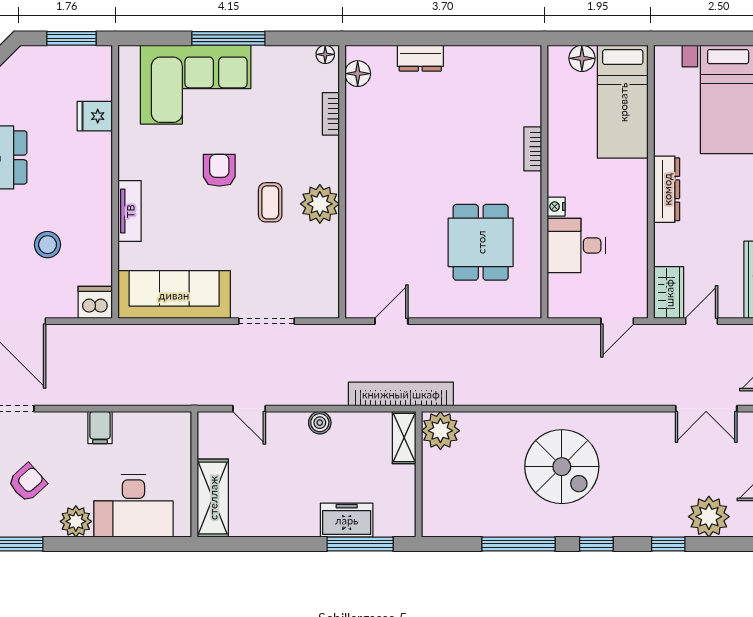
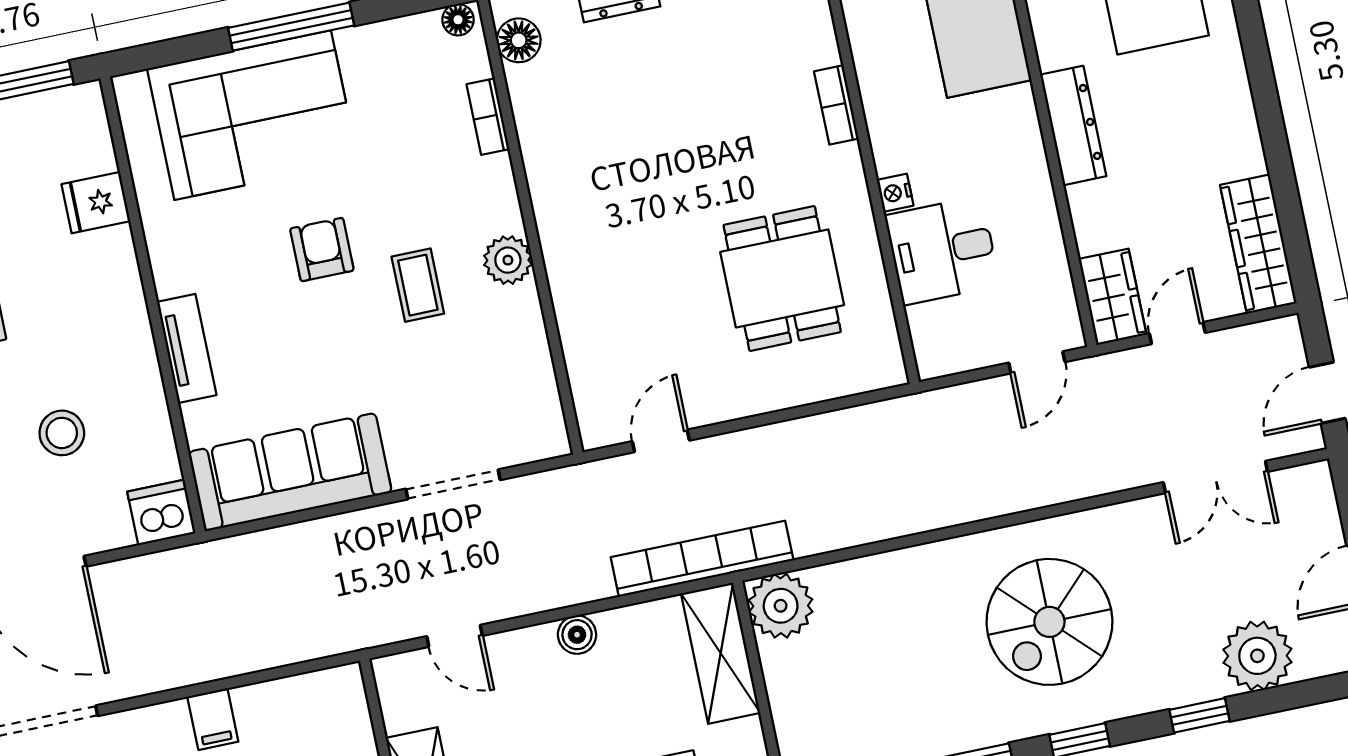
plant: (320, 204) -> (508, 260), width x0.73, depth x0.73
shelving: (404, 438) -> (721, 653), width x1.50, depth x1.33
spiral stairs: (562, 467) -> (1049, 622), moved, turned 90

